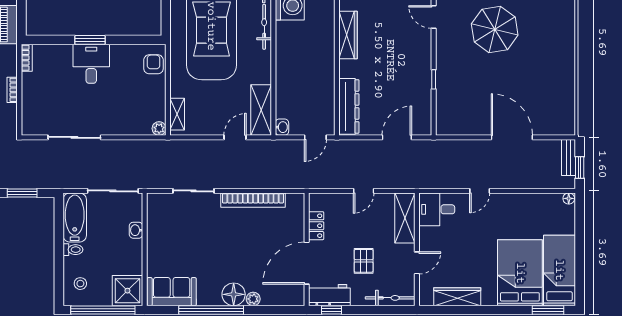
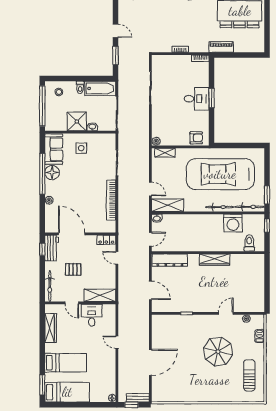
door: (315, 137) -> (150, 239), swing flipped
door: (364, 191) -> (117, 258), moved
desk: (437, 209) -> (92, 315), moved
locker: (316, 226) -> (106, 240), moved
side table: (170, 248) -> (81, 148), added
bed: (520, 273) -> (66, 363), width x0.67
shower: (127, 291) -> (77, 121), moved
floor lamp: (234, 294) -> (52, 173), moved

